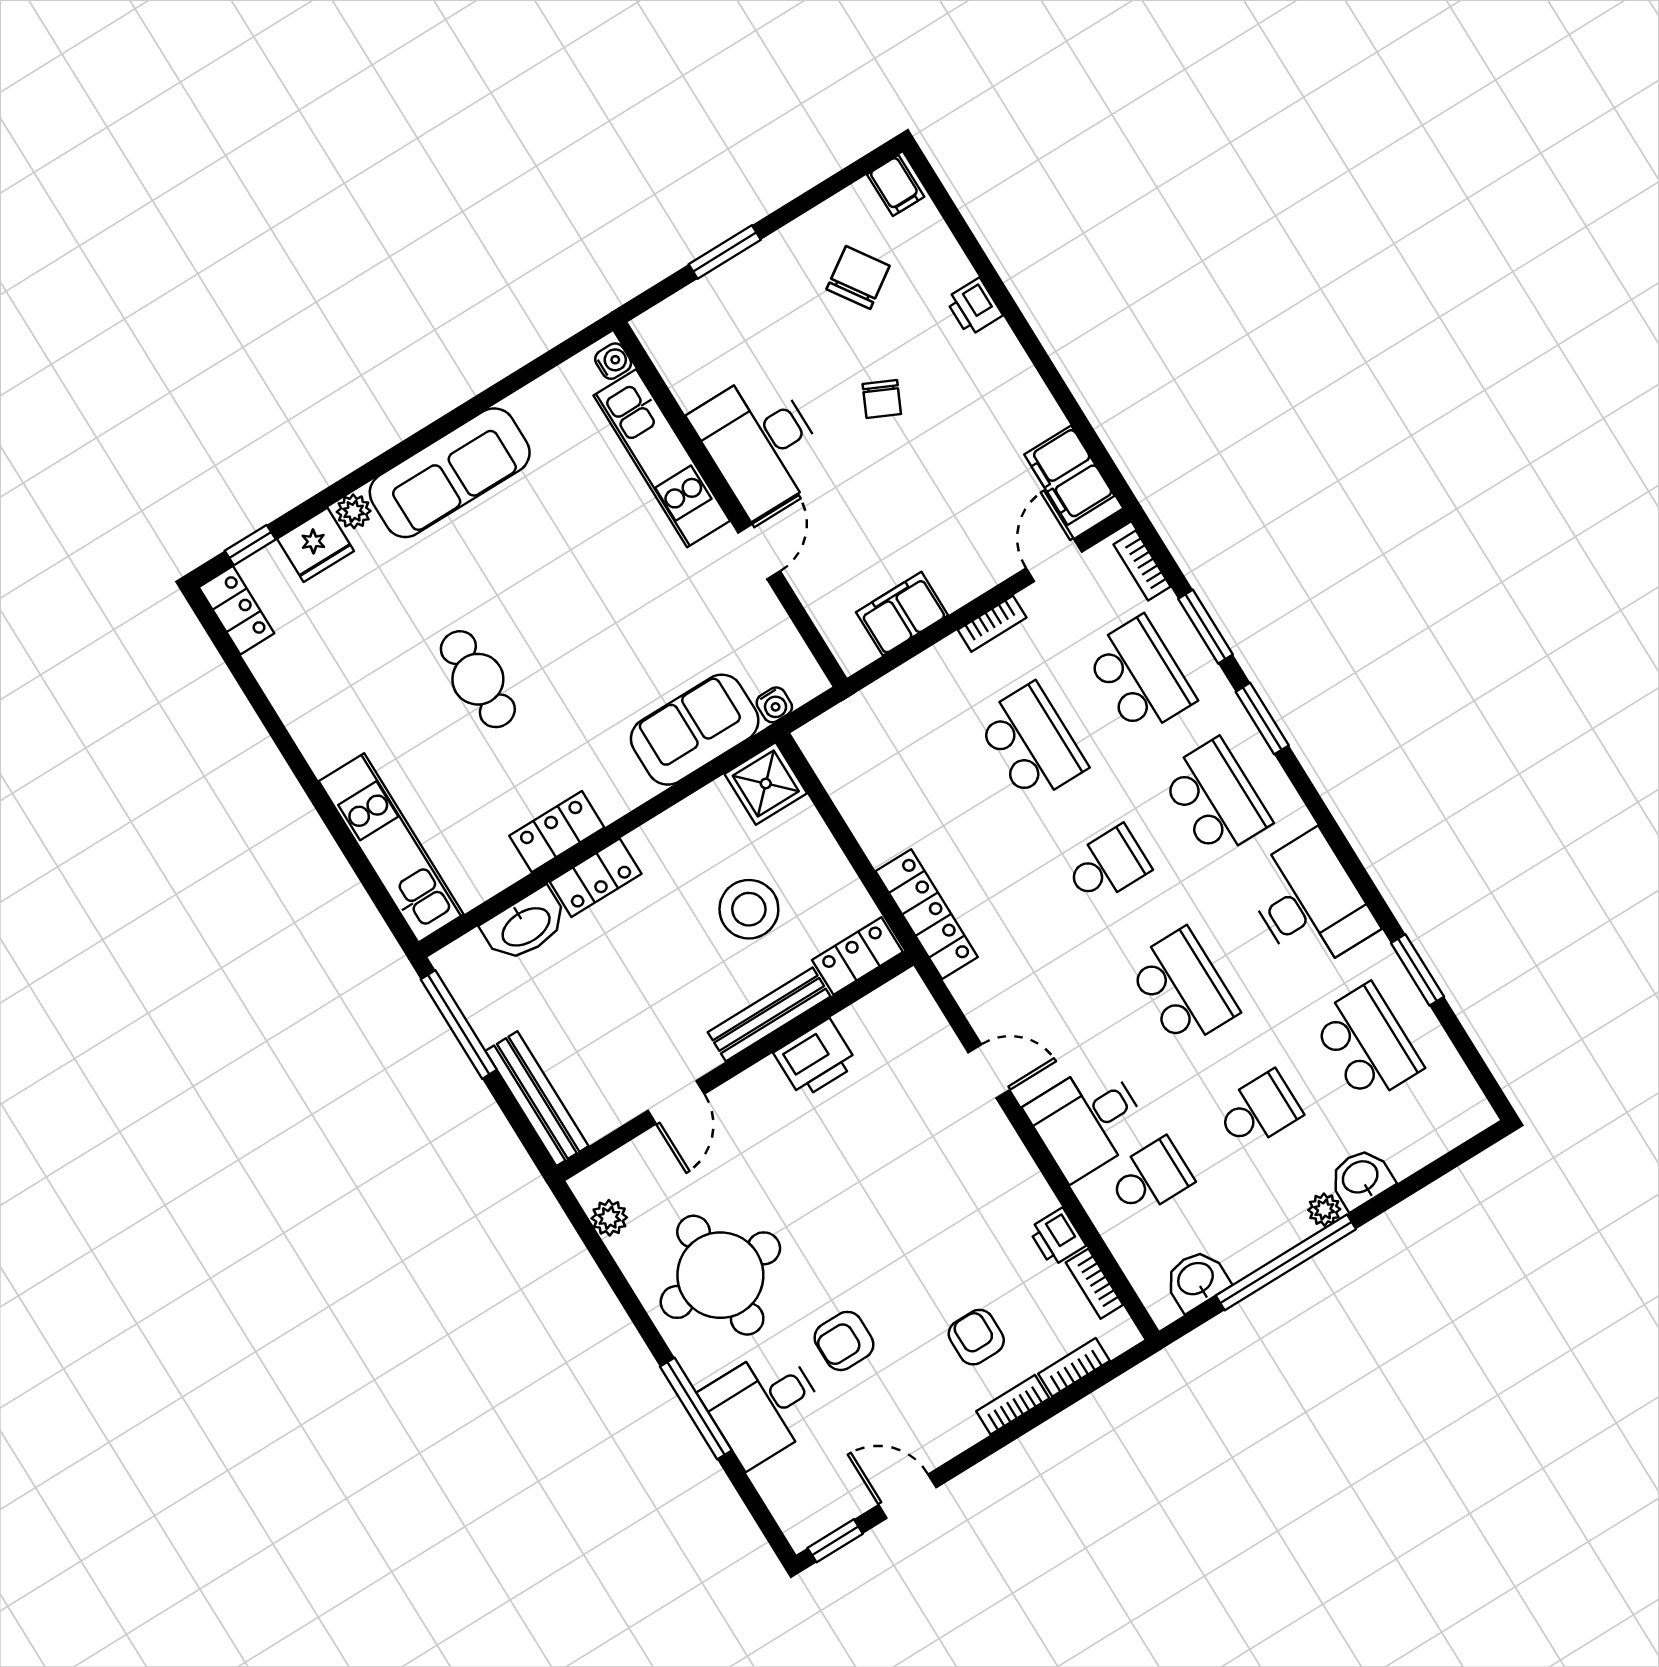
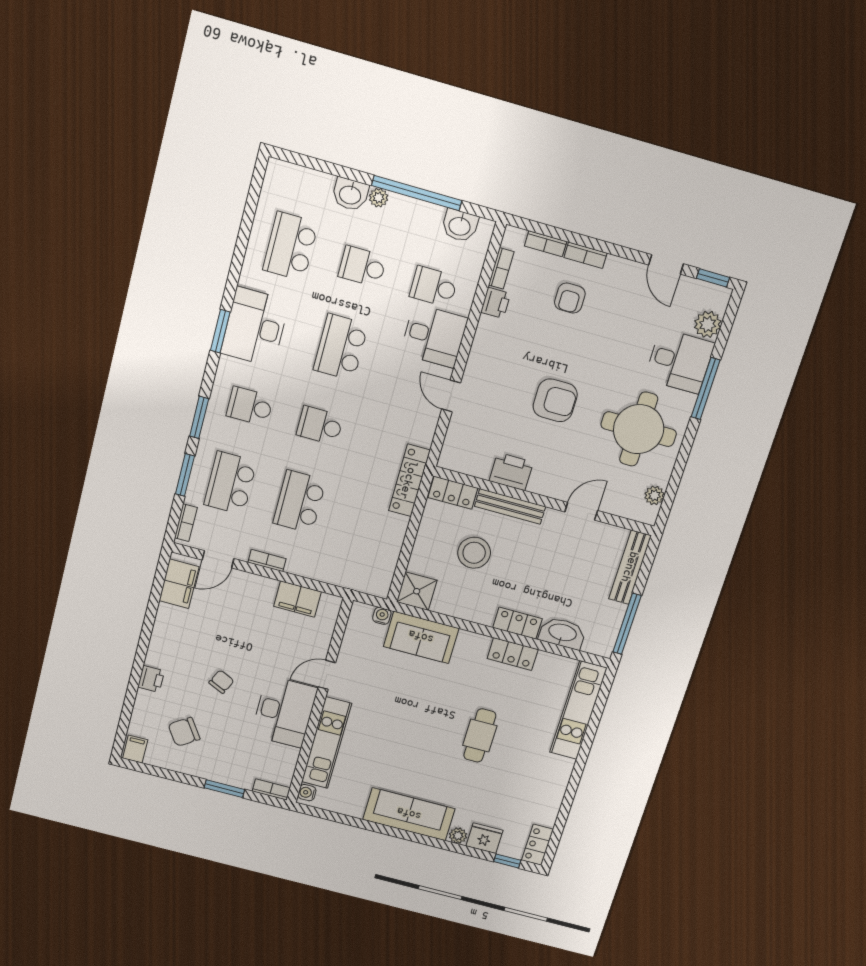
bookcase: (663, 316) -> (271, 789), added
school desk: (1216, 798) -> (250, 406), width x0.54
window: (1417, 970) -> (220, 331), moved
armchair: (844, 1341) -> (555, 400), moved, width x1.38, depth x1.38
plant: (780, 1483) -> (708, 324), added

